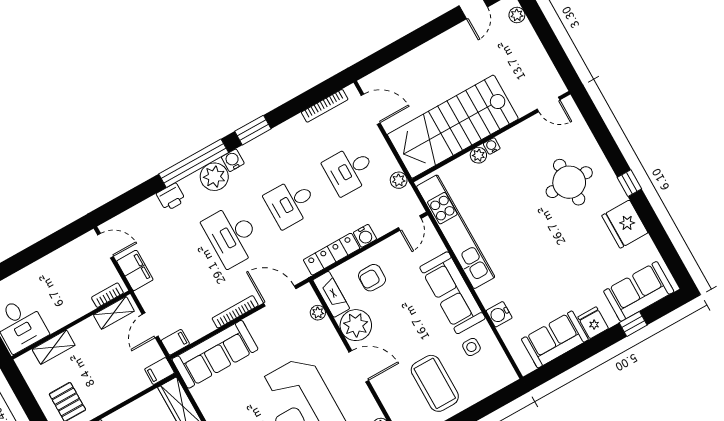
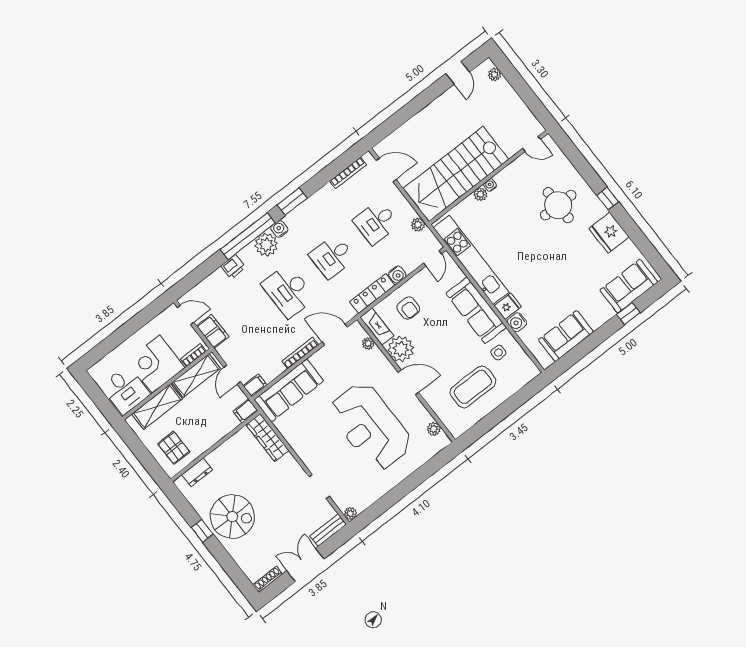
armchair: (372, 278) -> (408, 308), turned -90
corner desk: (61, 299) -> (156, 364), added
shelving: (114, 313) -> (196, 376), width x1.50, depth x1.33
fridge: (593, 323) -> (508, 306), moved, turned 90
shelving: (54, 347) -> (157, 406), width x1.50, depth x1.33
coffee table: (435, 383) -> (473, 387), turned 90

